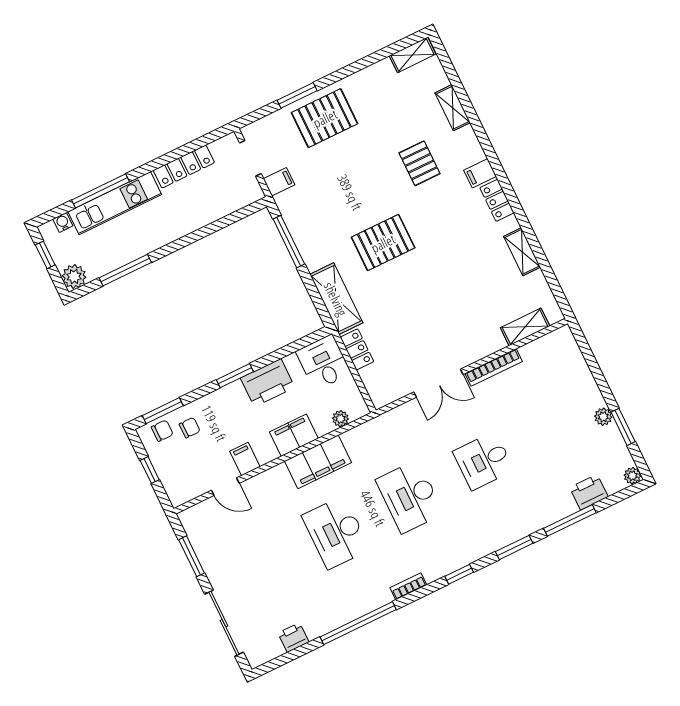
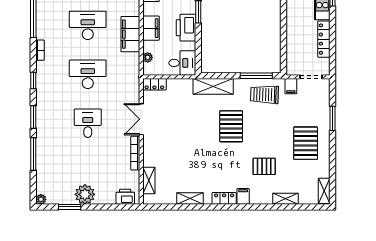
pallet: (325, 118) -> (306, 143), moved
trolley: (311, 215) -> (265, 95), added
locker: (357, 349) -> (154, 84), moved
plant: (603, 417) -> (85, 194), width x1.87, depth x1.87
printer: (589, 492) -> (125, 197), moved, turned -90

